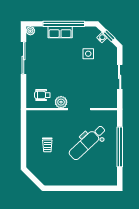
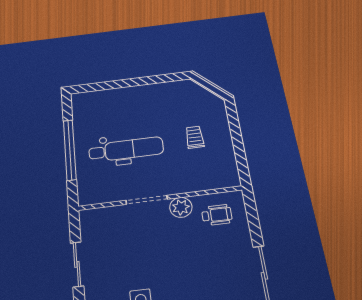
dental chair: (87, 142) -> (126, 149), turned 43

